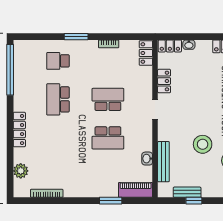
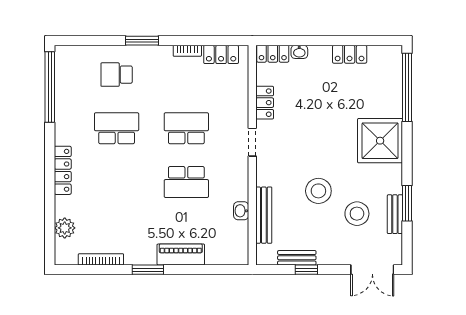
locker: (146, 53) -> (221, 54), moved, turned -90
school desk: (58, 99) -> (117, 128), turned 90
piano: (136, 190) -> (181, 254), moved
window: (111, 201) -> (148, 270), moved

